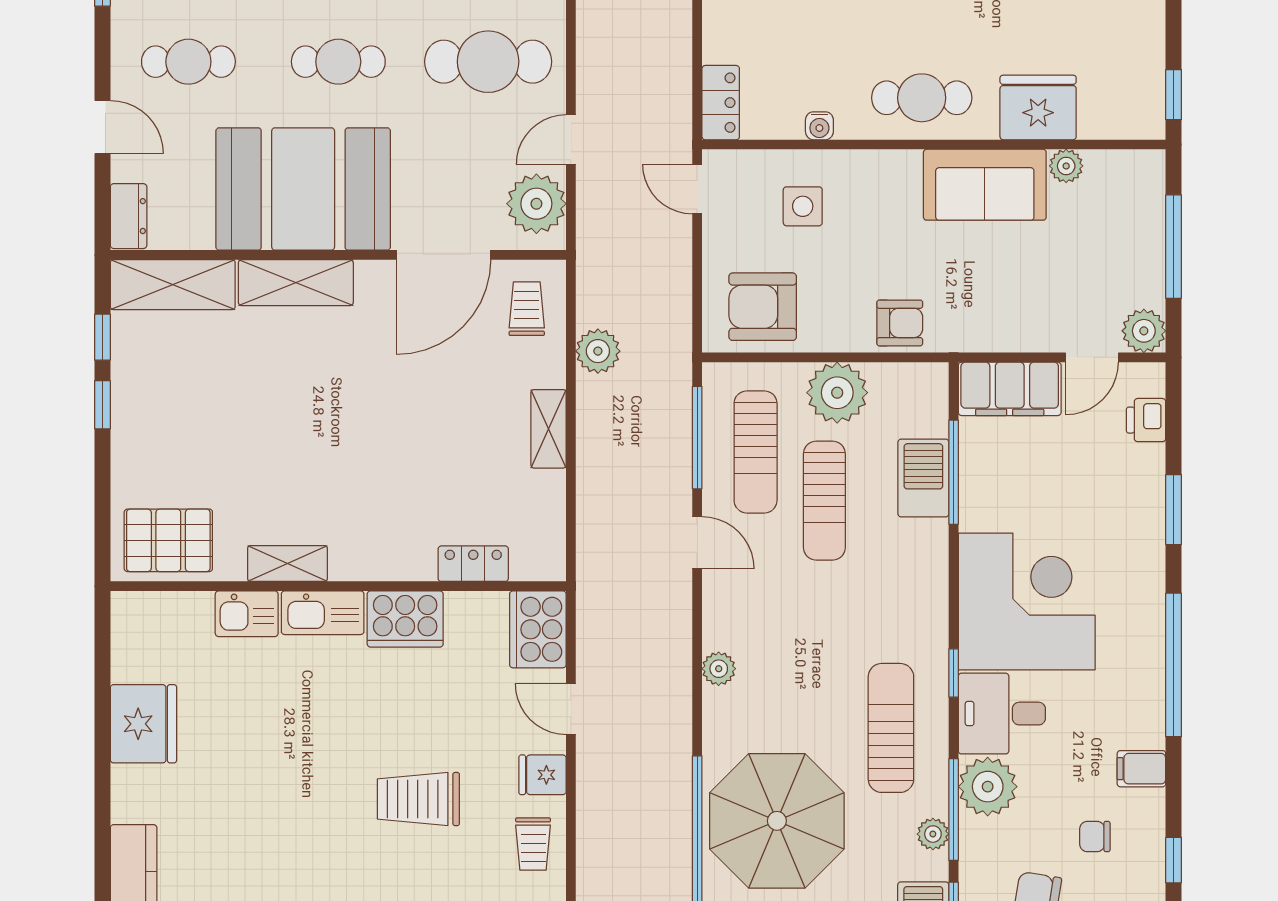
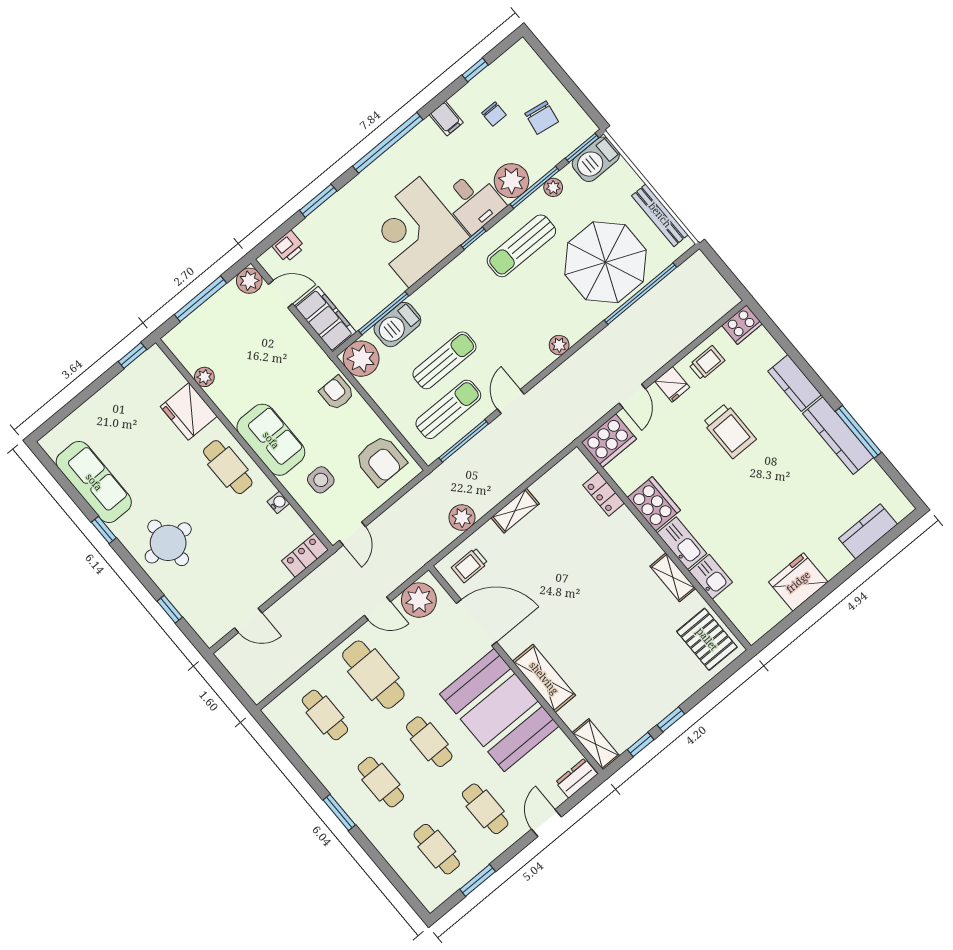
sofa: (985, 185) -> (271, 440), moved
shelving: (173, 285) -> (596, 744), width x0.67, depth x0.75
plant: (837, 393) -> (361, 359), moved

